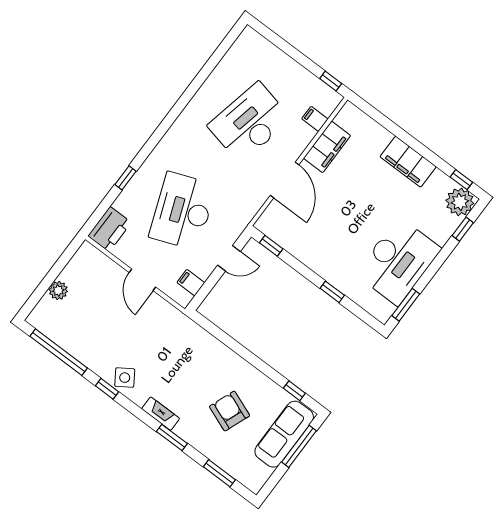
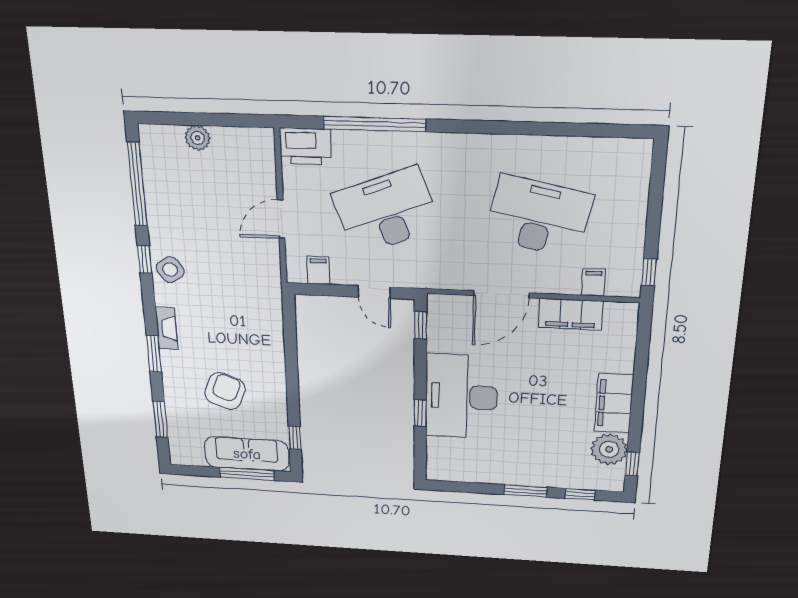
window: (126, 178) -> (375, 124), width x3.17
plant: (460, 202) -> (609, 449), moved
desk: (398, 261) -> (461, 397), moved, turned 90
window: (406, 305) -> (526, 491), moved

